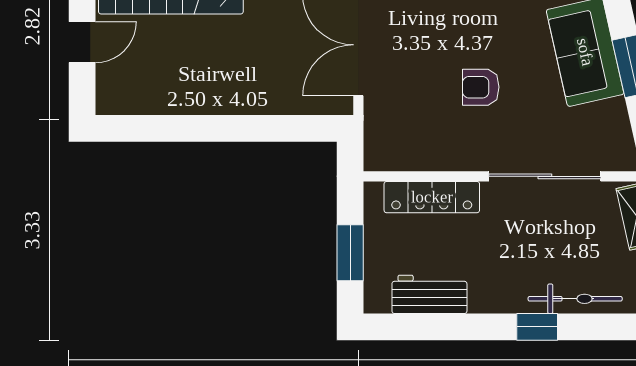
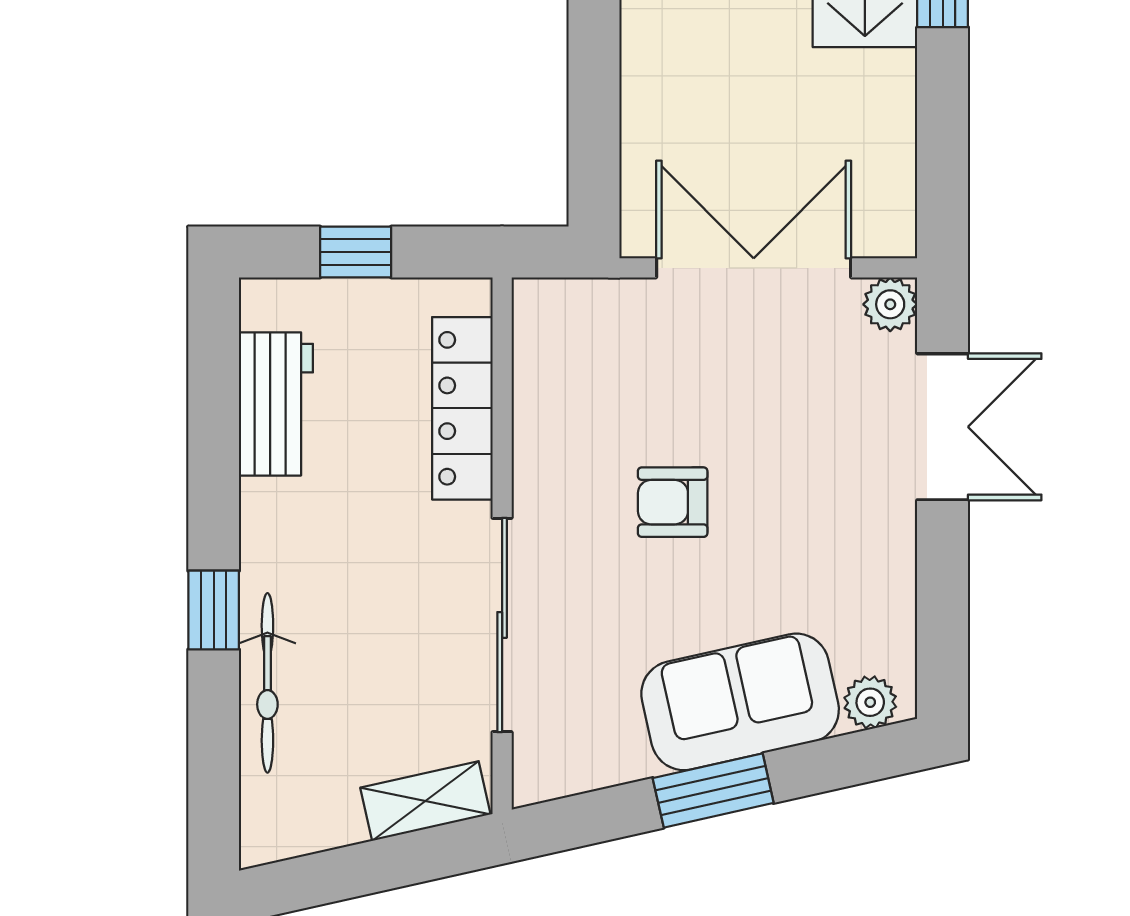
armchair: (481, 87) -> (673, 502), turned -90
window: (350, 253) -> (356, 252), width x0.67

